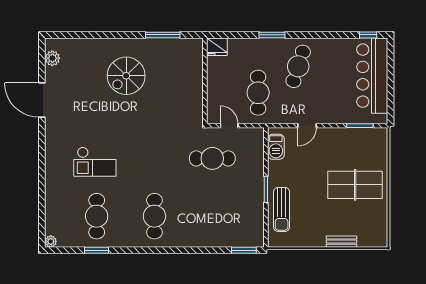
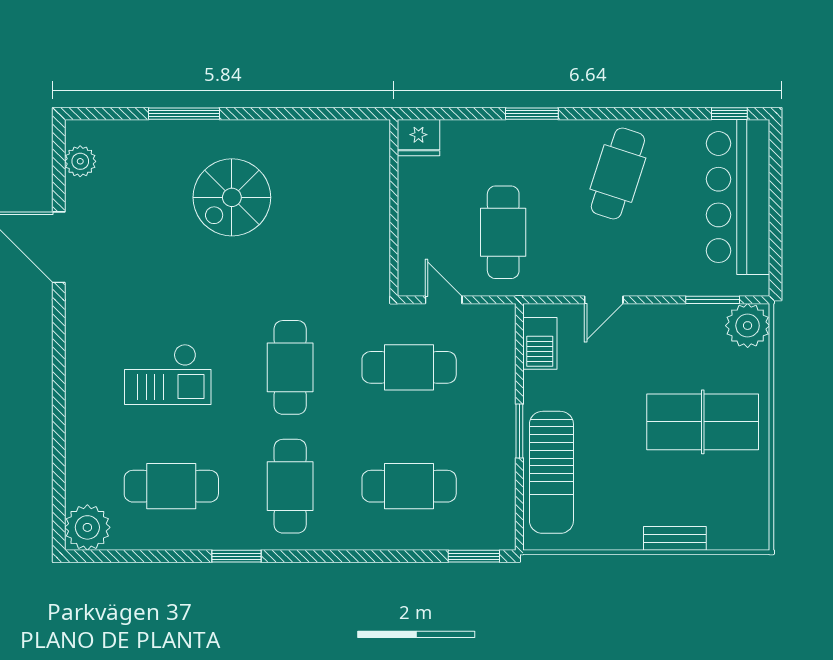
window: (163, 35) -> (184, 114), moved
cafe table: (298, 66) -> (618, 174), moved
plant: (377, 138) -> (748, 326), added
cafe table: (154, 158) -> (290, 367), added
sun lounger: (282, 209) -> (551, 472), width x1.36, depth x1.34
cafe table: (97, 216) -> (171, 486), turned 90
cafe table: (212, 216) -> (409, 486), added
plant: (51, 241) -> (87, 527), width x1.87, depth x1.87
window: (97, 250) -> (236, 556), moved

